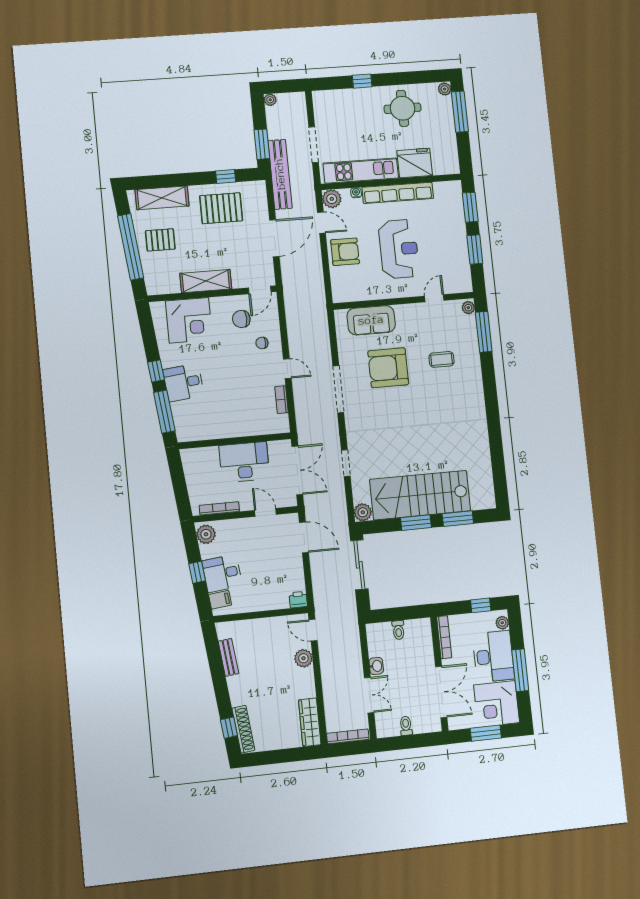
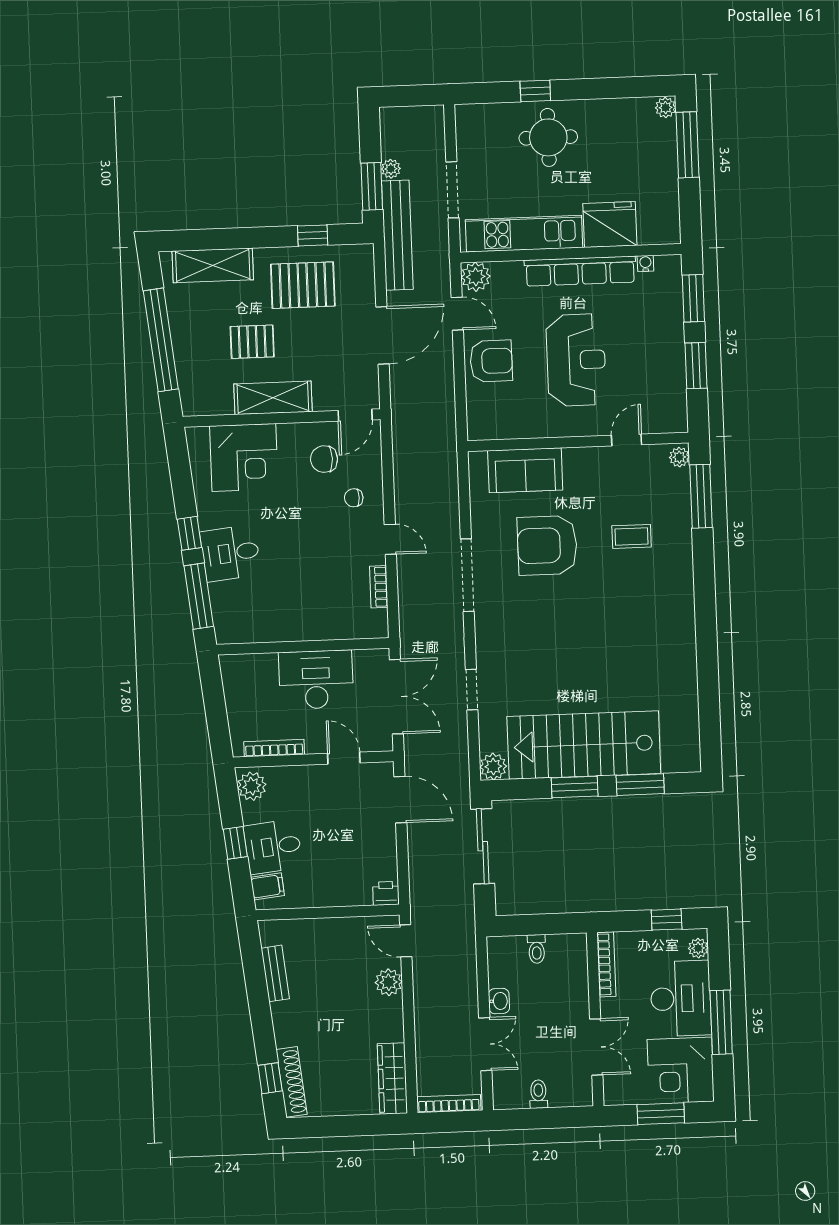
plant: (270, 100) -> (391, 169), moved
round table: (403, 108) -> (548, 137), moved
water cooler: (356, 193) -> (645, 263), moved
pallet: (160, 240) -> (252, 342), moved
double door: (441, 692) -> (596, 1047), width x0.73

